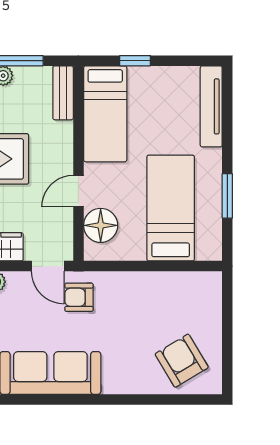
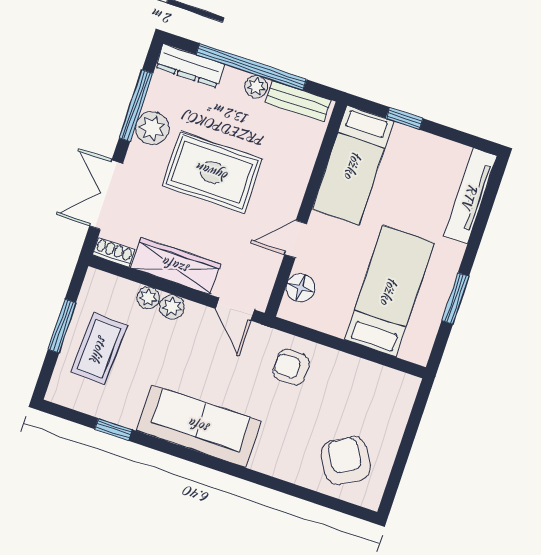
bench: (63, 93) -> (298, 101), moved, turned 90
floor lamp: (101, 225) -> (300, 288), width x0.73, depth x0.73
armchair: (79, 297) -> (291, 367), moved

